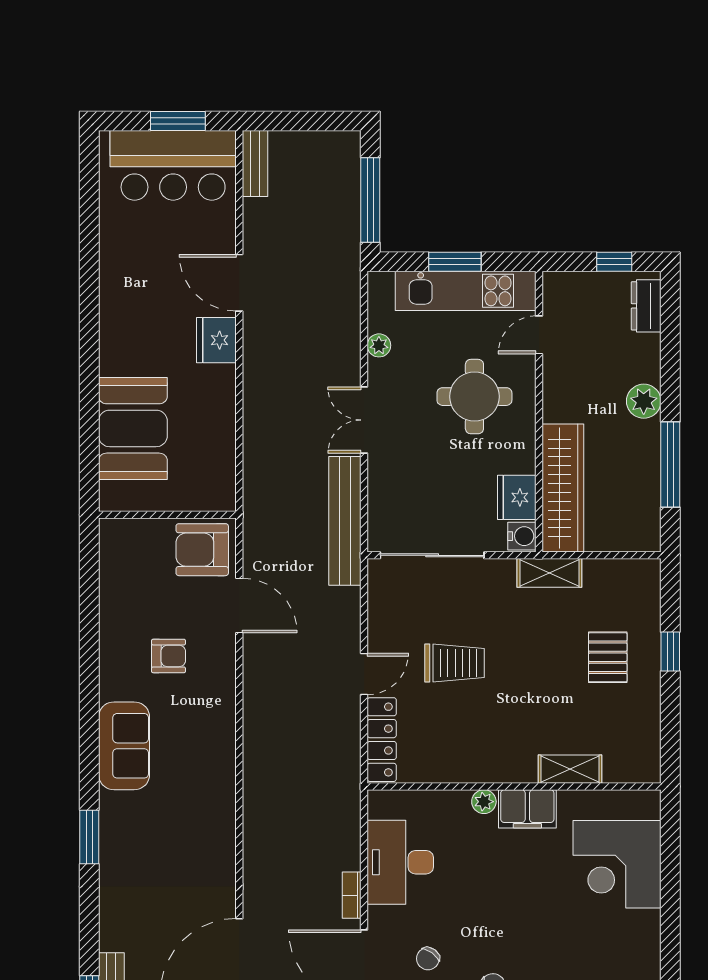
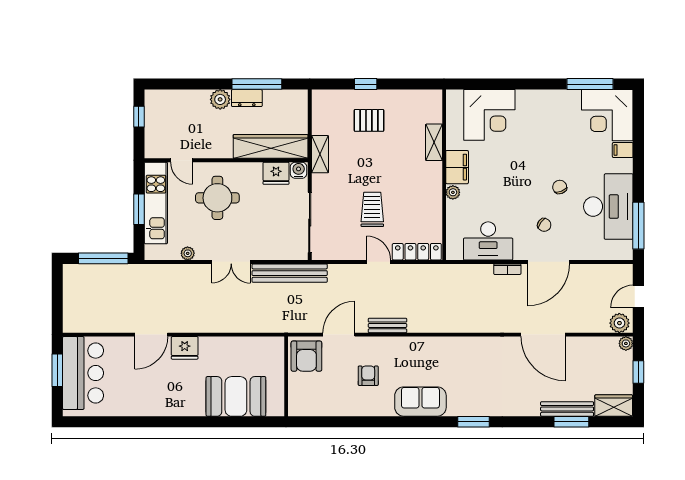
bench: (255, 163) -> (387, 325), moved
dresser: (646, 306) -> (247, 98), moved

